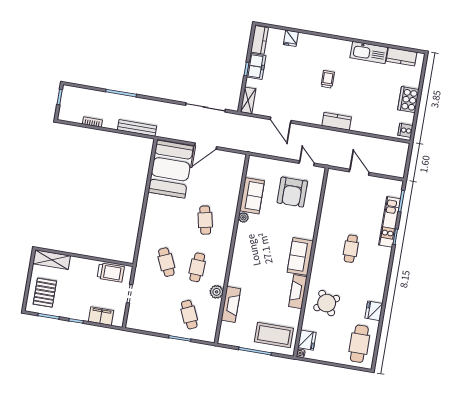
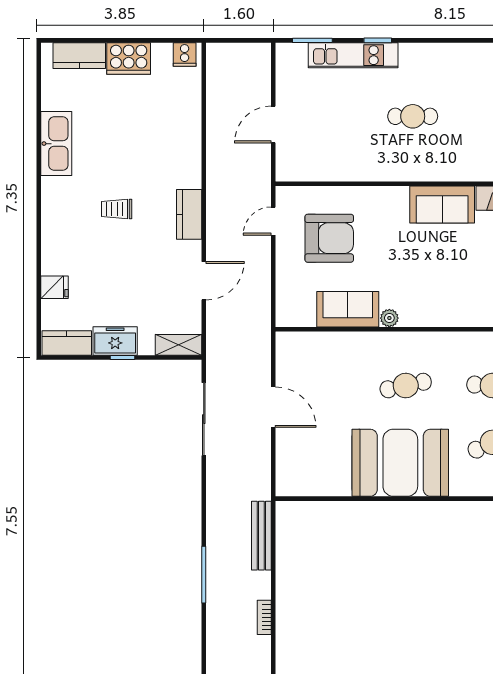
kitchen counter: (402, 57) -> (79, 56), moved, turned 90
kitchen counter: (337, 121) -> (189, 214), moved
booth: (171, 169) -> (400, 463), moved

